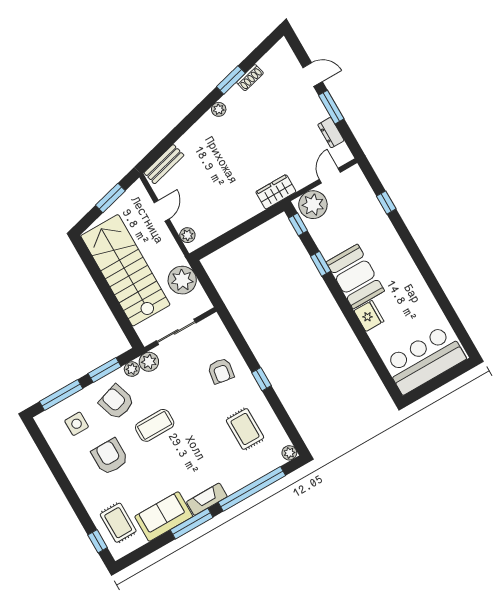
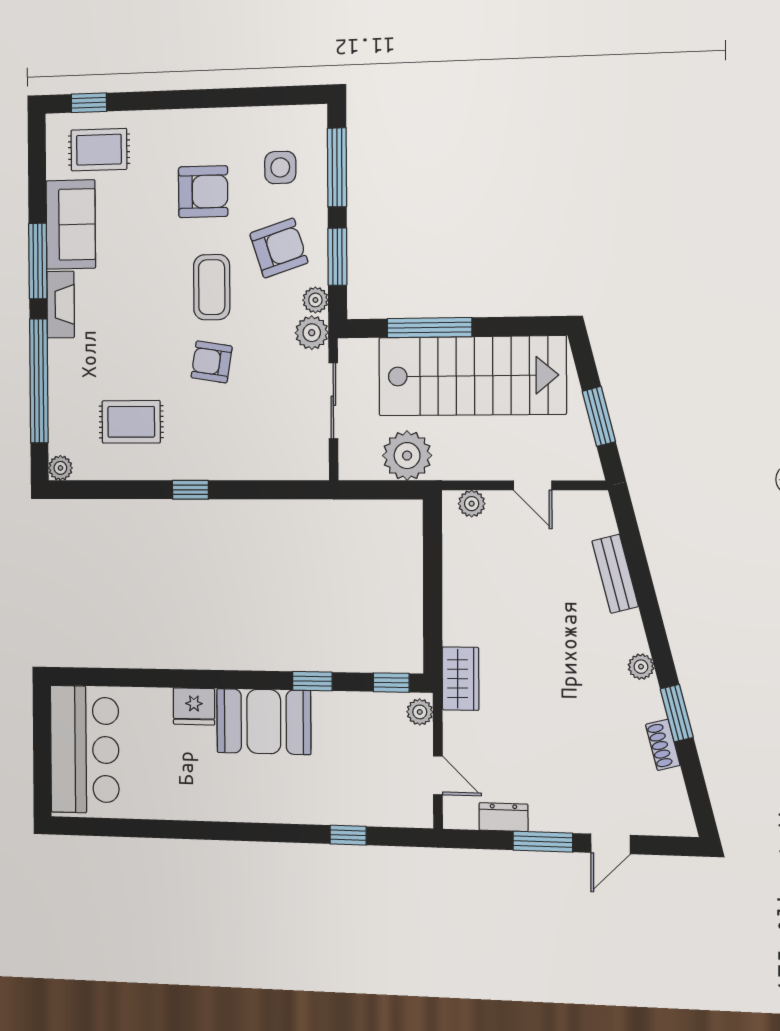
bench: (164, 164) -> (615, 574), moved
plant: (313, 205) -> (420, 712), width x0.53, depth x0.53
window: (114, 305) -> (429, 328), added
armchair: (221, 371) -> (212, 362), moved

